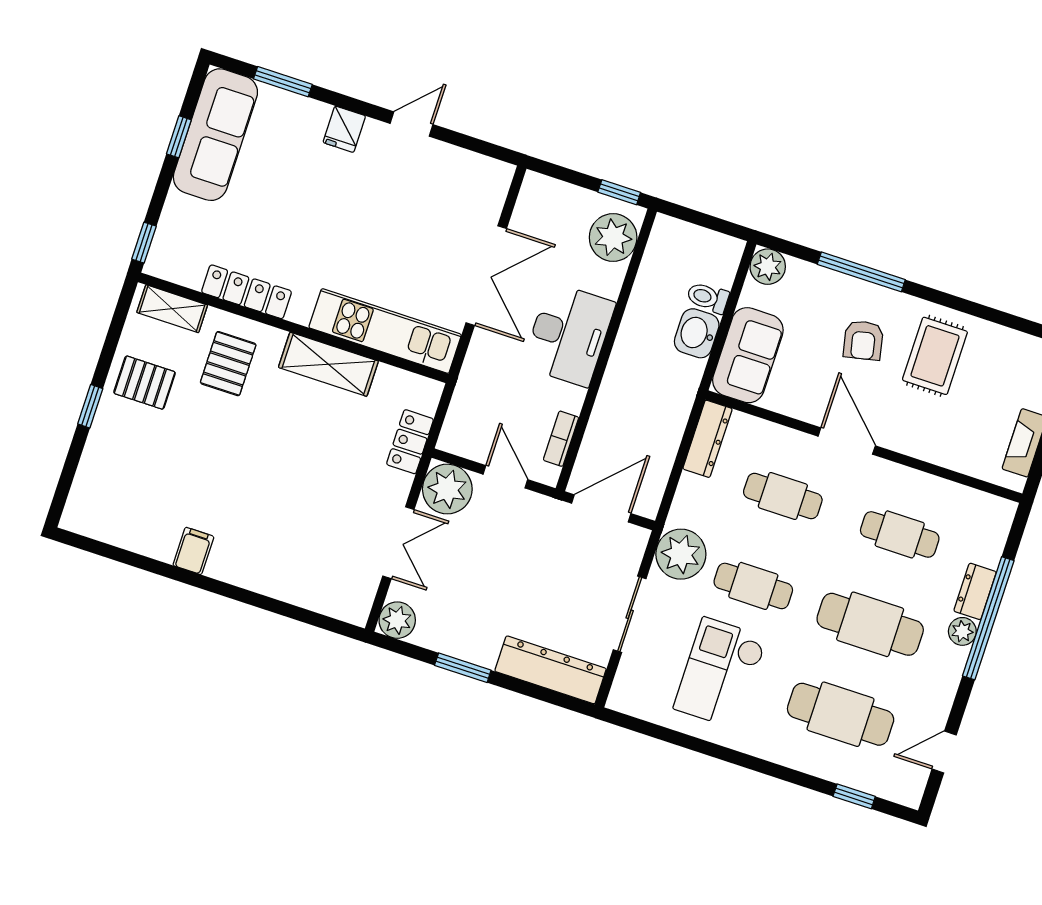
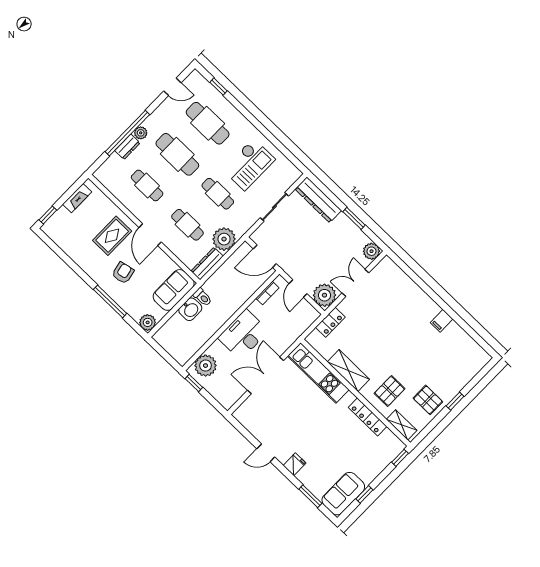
sofa: (215, 135) -> (343, 494), width x0.73
toilet: (708, 297) -> (203, 297), moved
rug: (935, 356) -> (112, 236), moved
plant: (681, 554) -> (224, 239), moved

